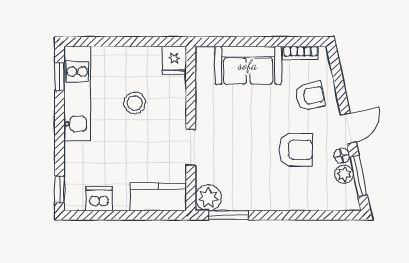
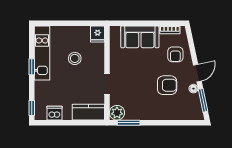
window: (59, 77) -> (32, 67), moved
armchair: (310, 96) -> (175, 54), turned 101
plant: (344, 174) -> (195, 99), removed

